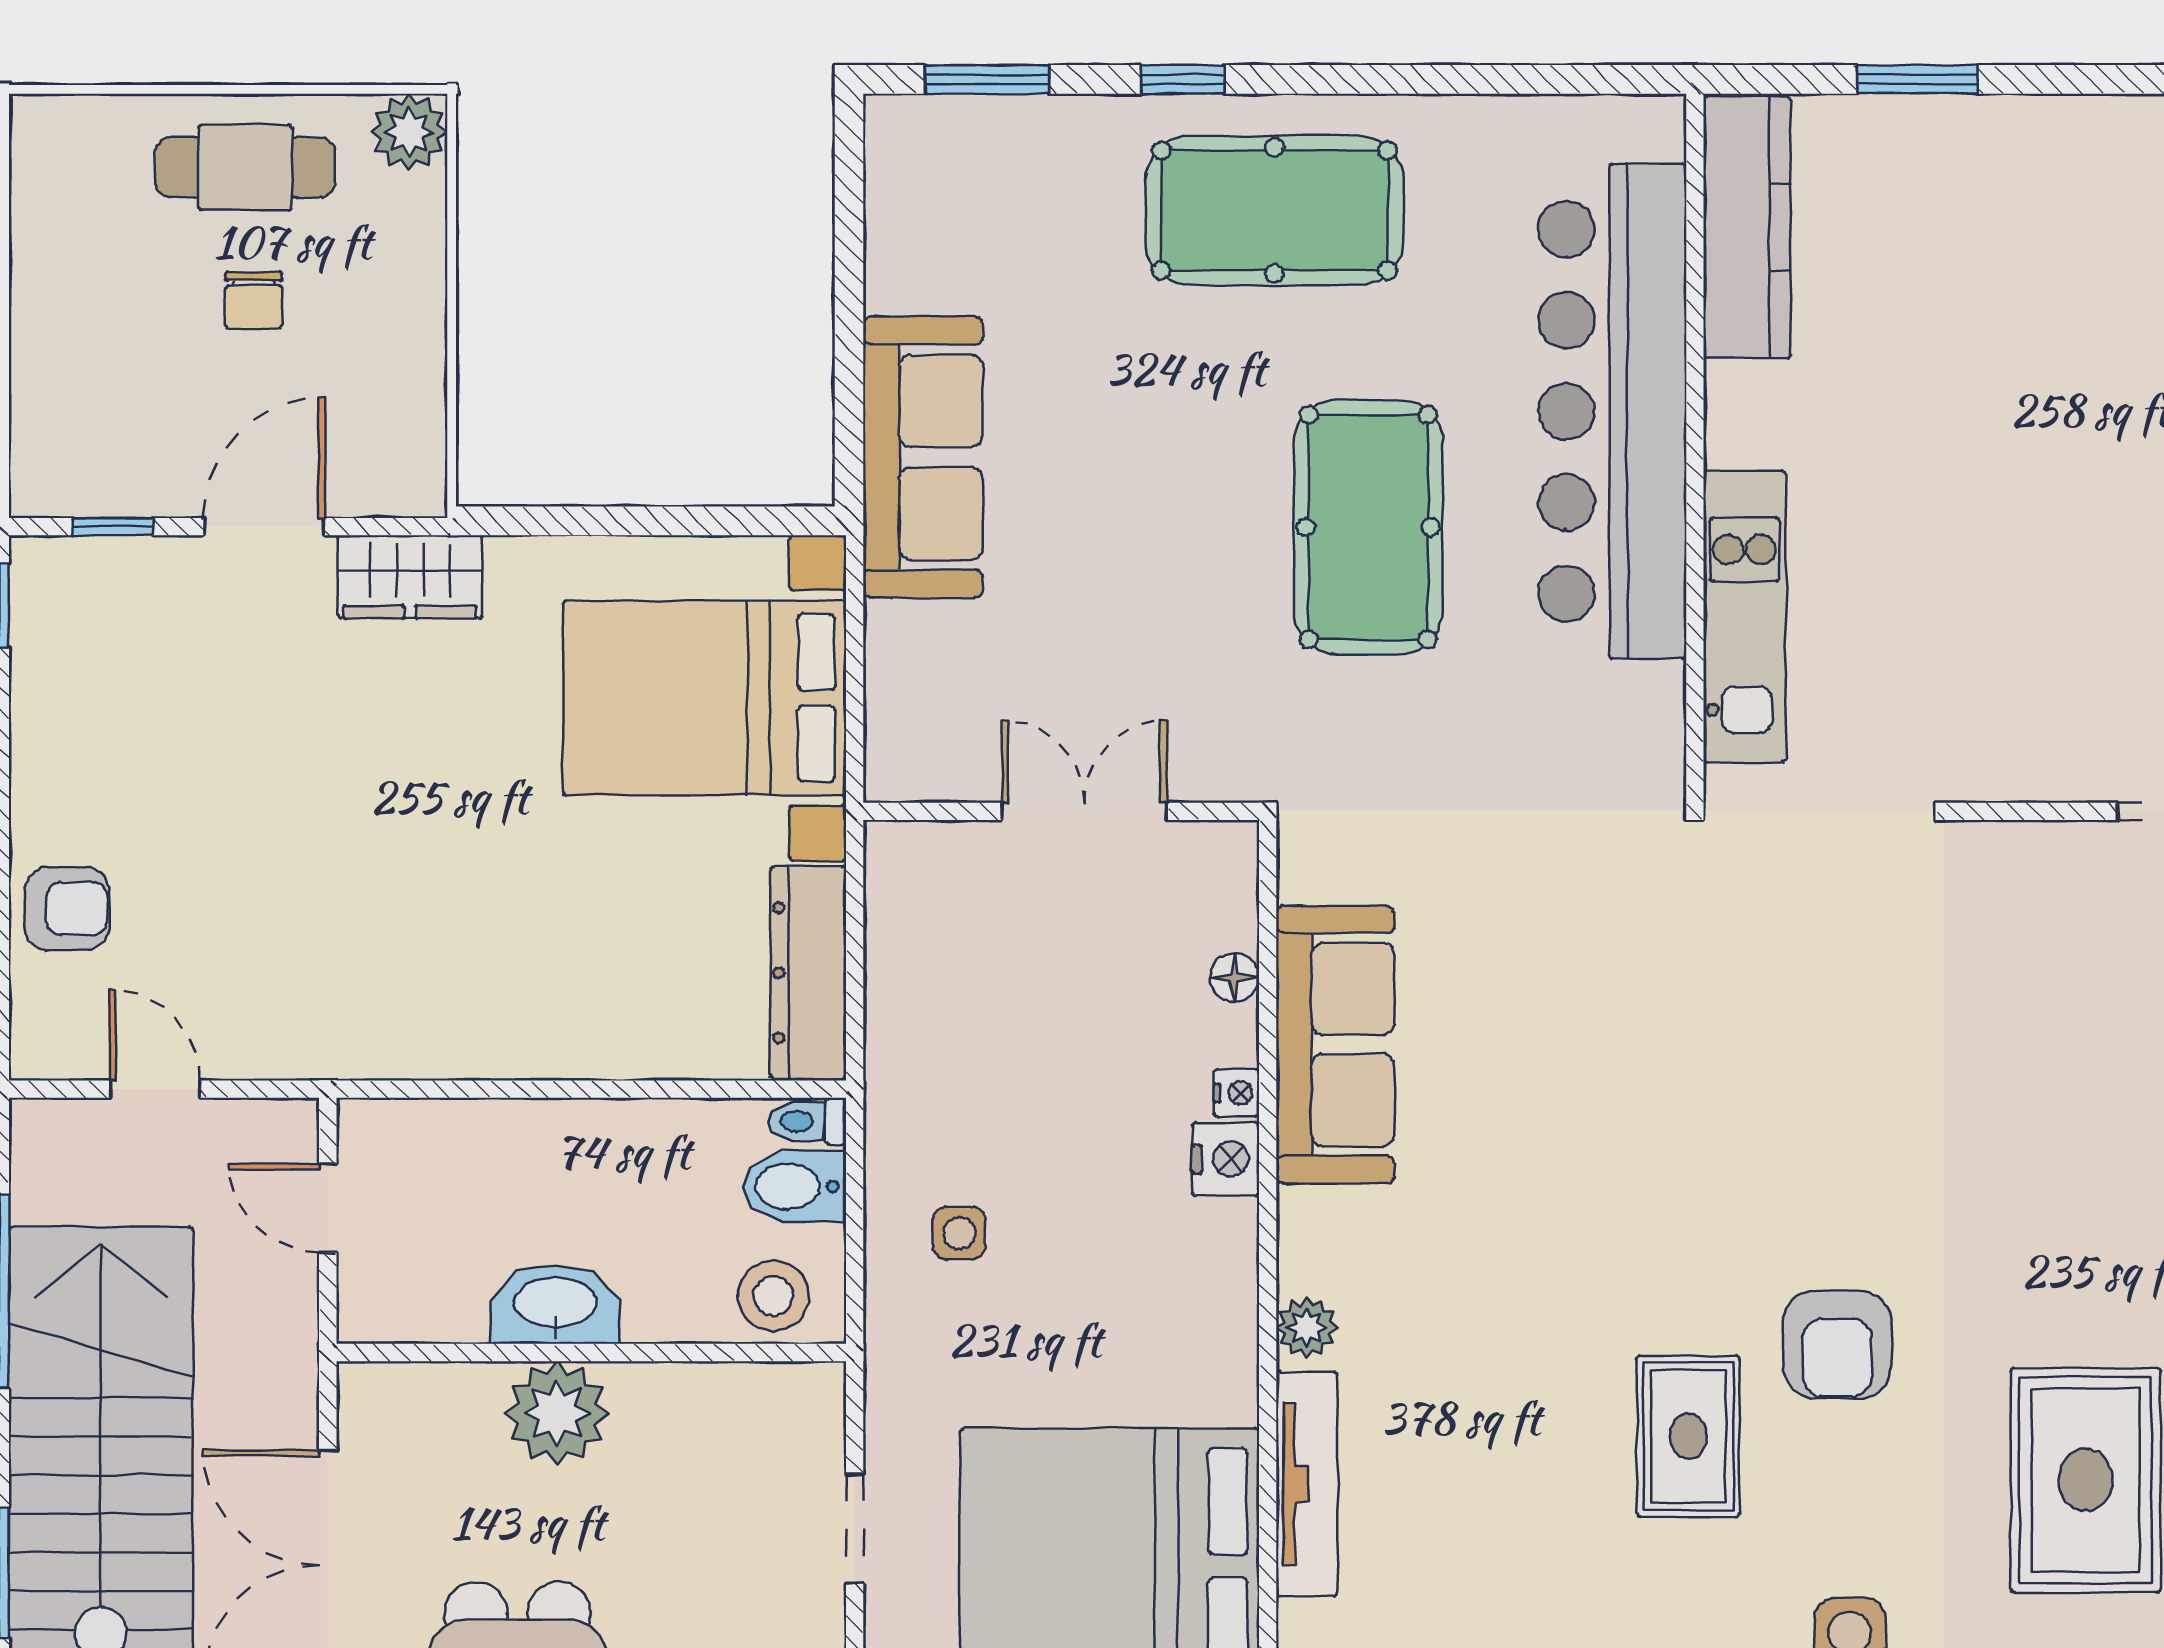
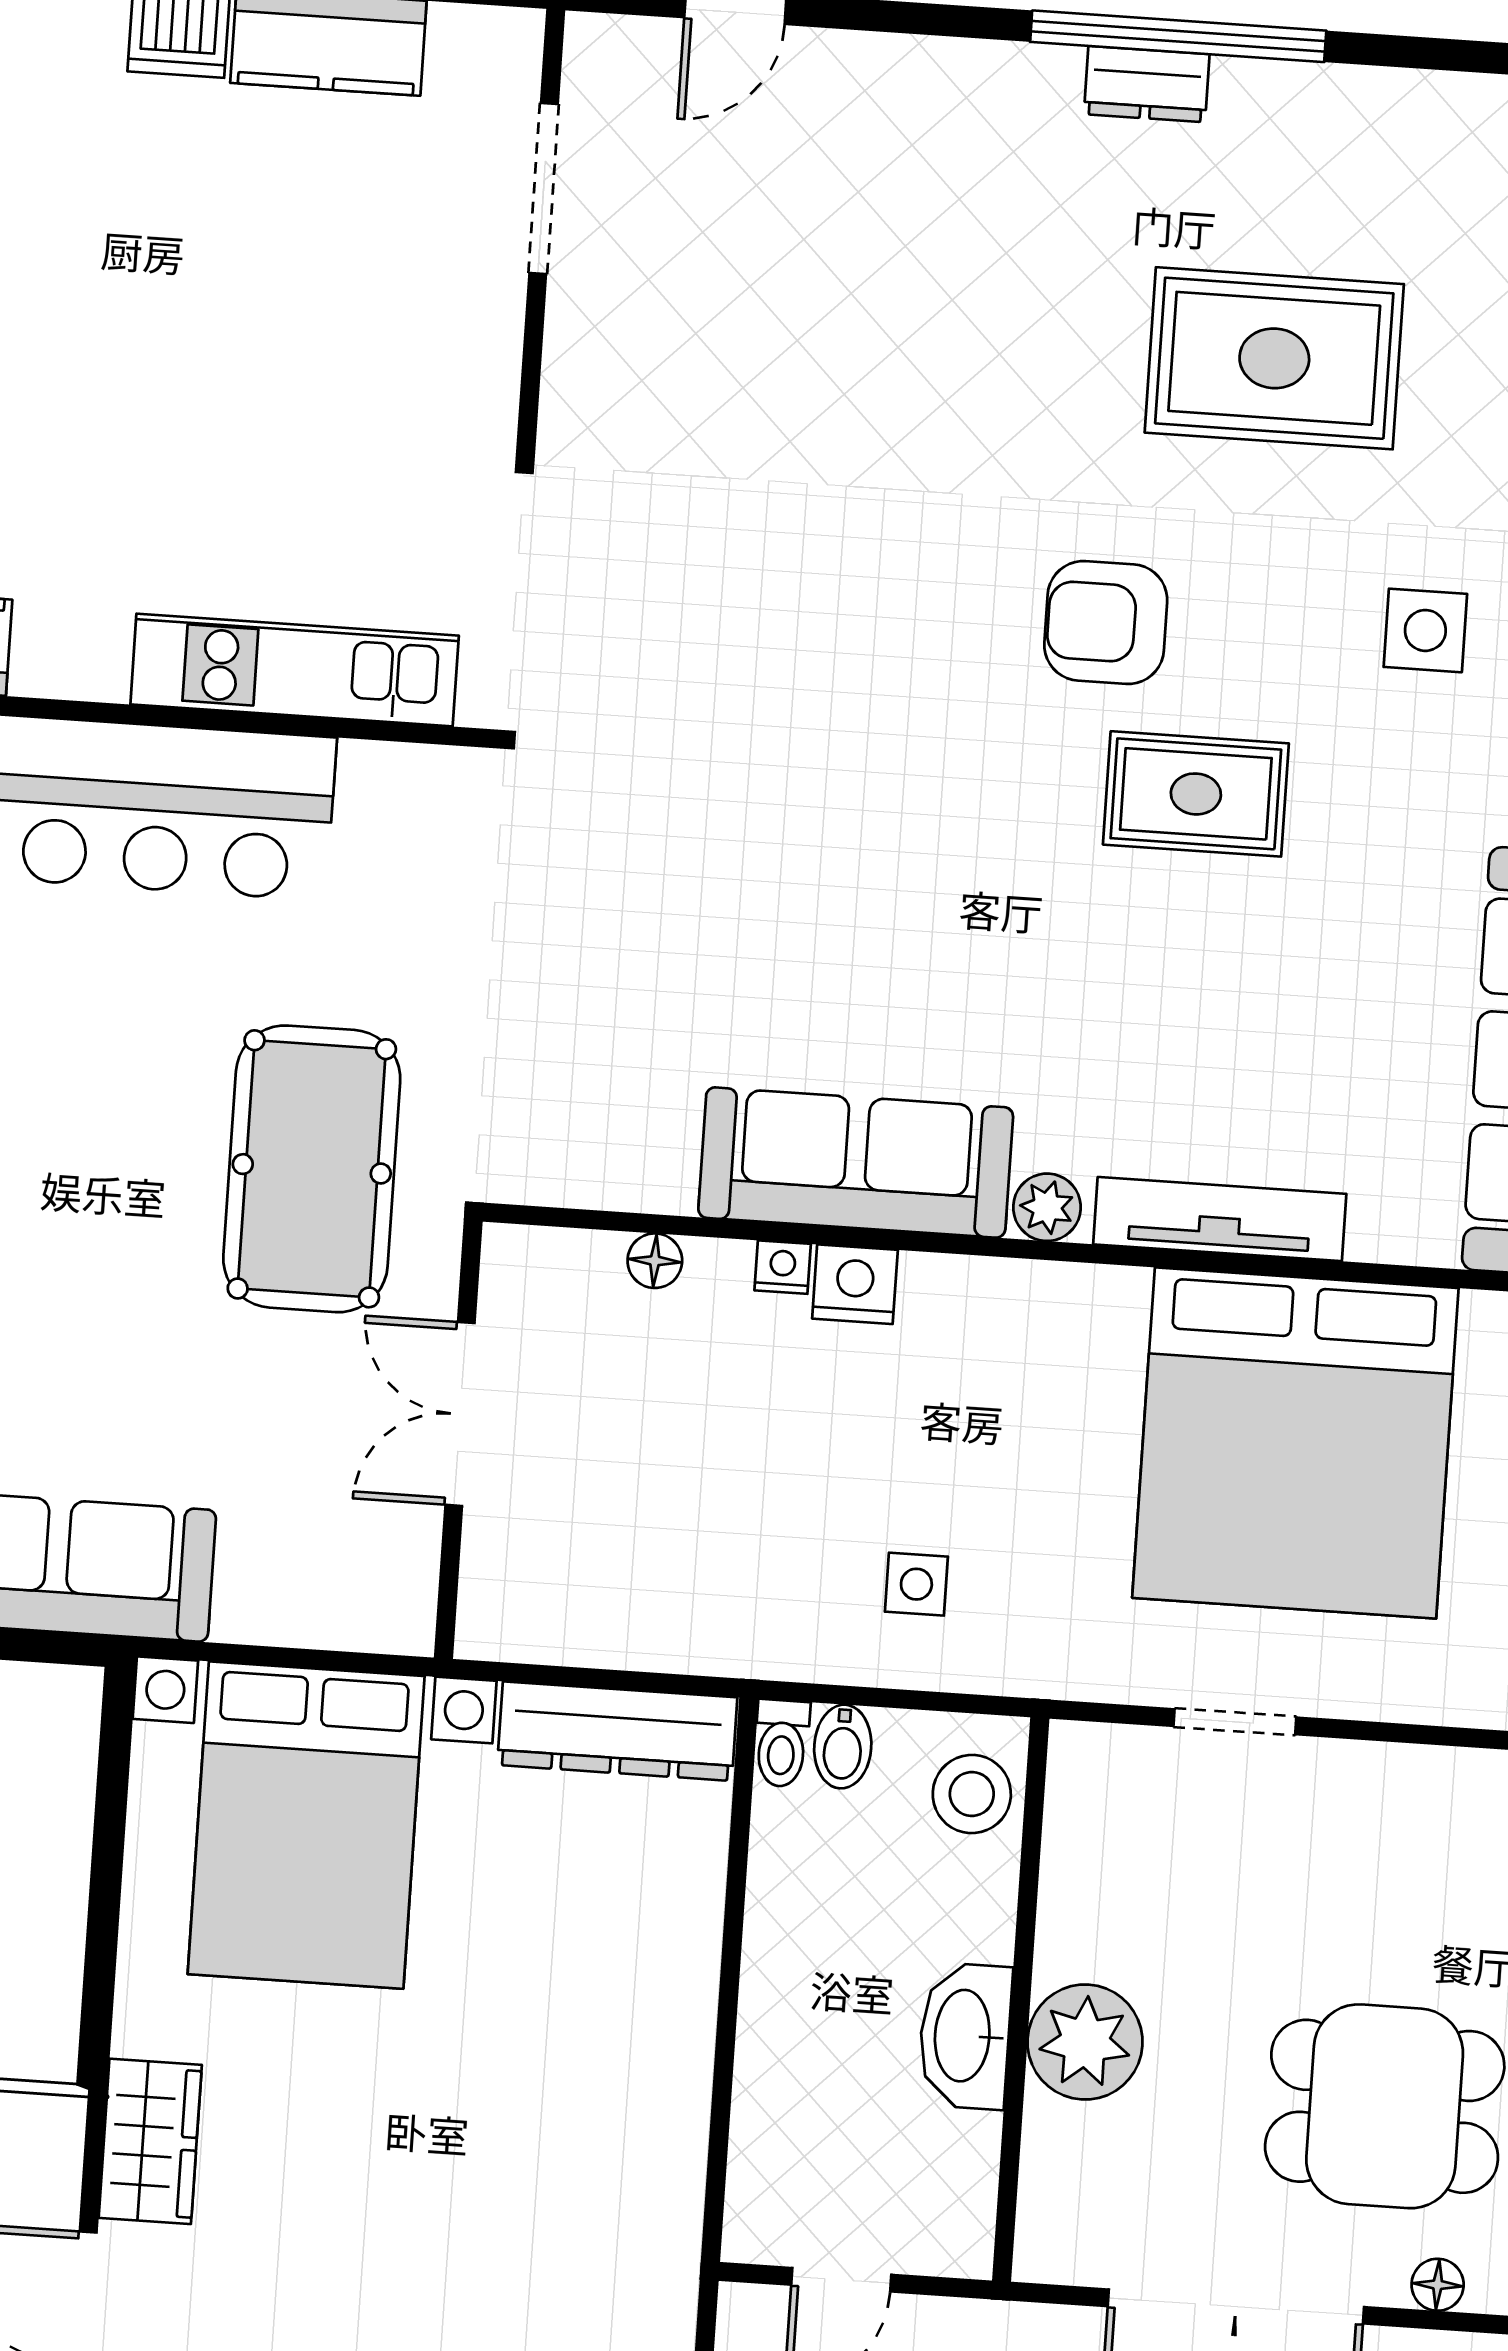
pool table: (1368, 527) -> (312, 1169), moved, turned 90
sofa: (1335, 1044) -> (856, 1163), moved
bidet: (795, 1186) -> (843, 1747), width x0.72, depth x0.74
armchair: (1837, 1345) -> (1106, 623), turned 180

